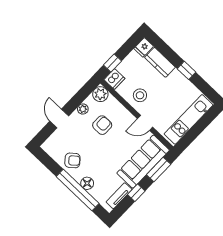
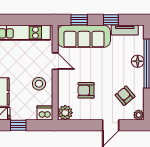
window: (112, 63) -> (18, 125), moved
plant: (83, 109) -> (139, 115), moved
armchair: (72, 160) -> (125, 96), moved
window: (159, 169) -> (79, 20), width x0.67

